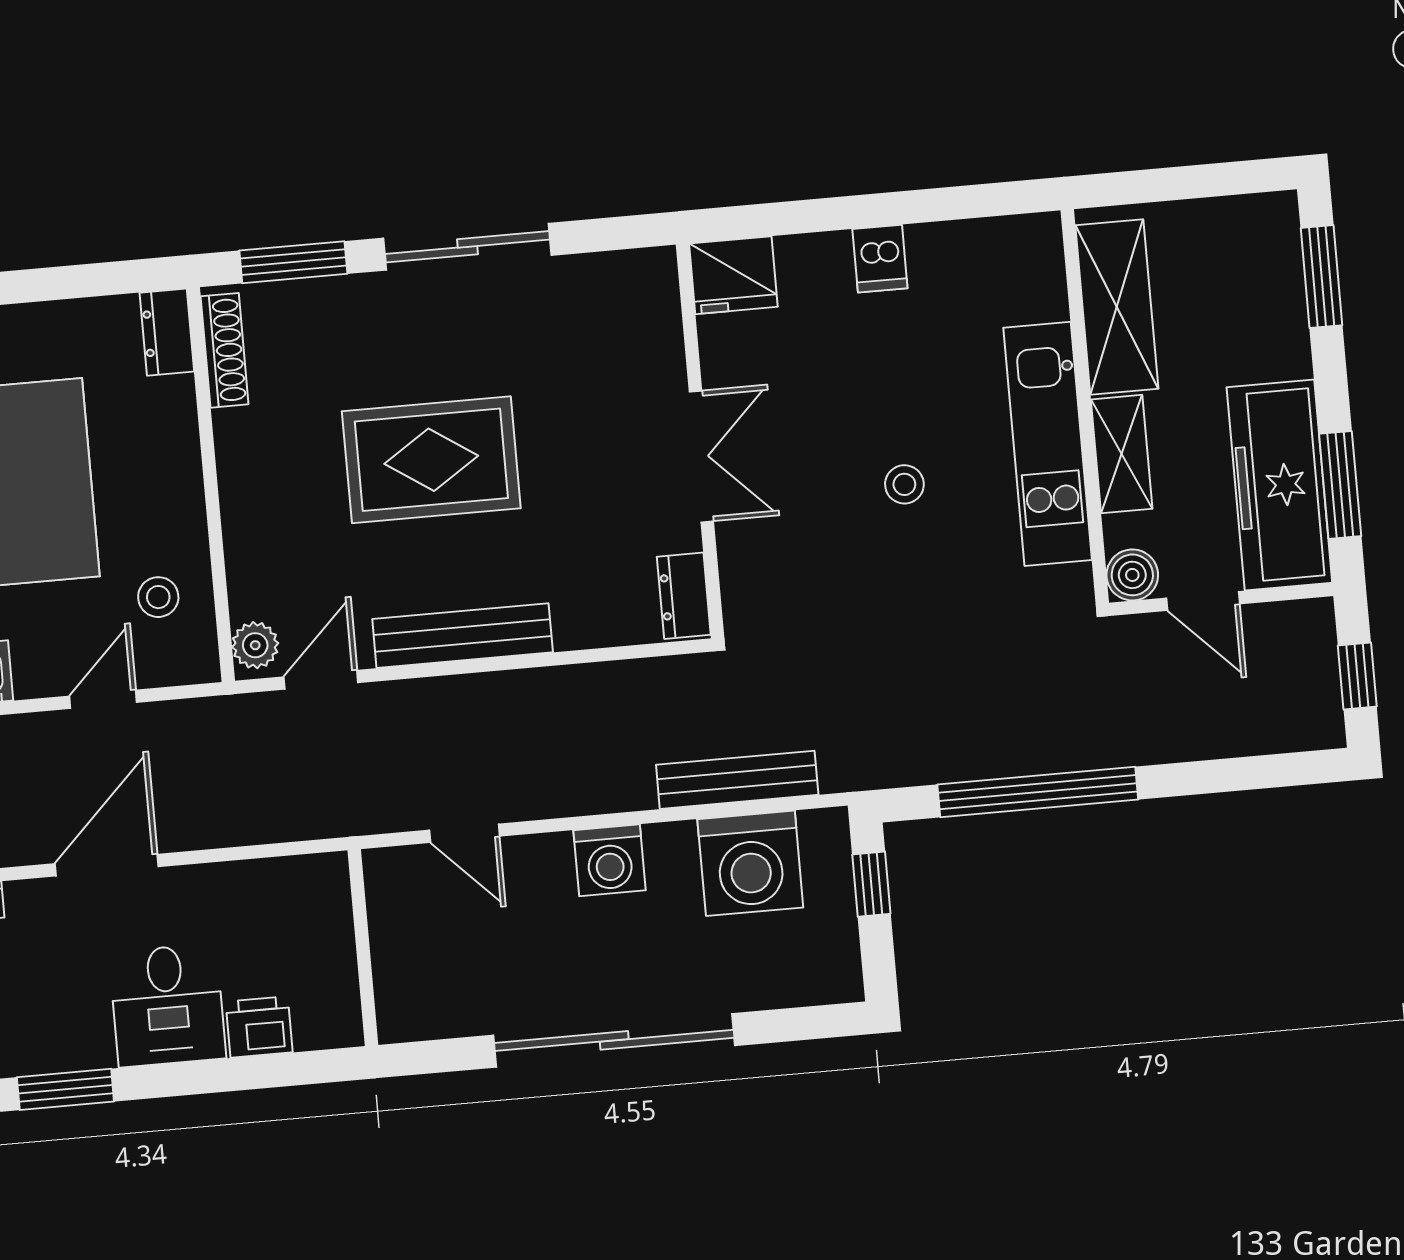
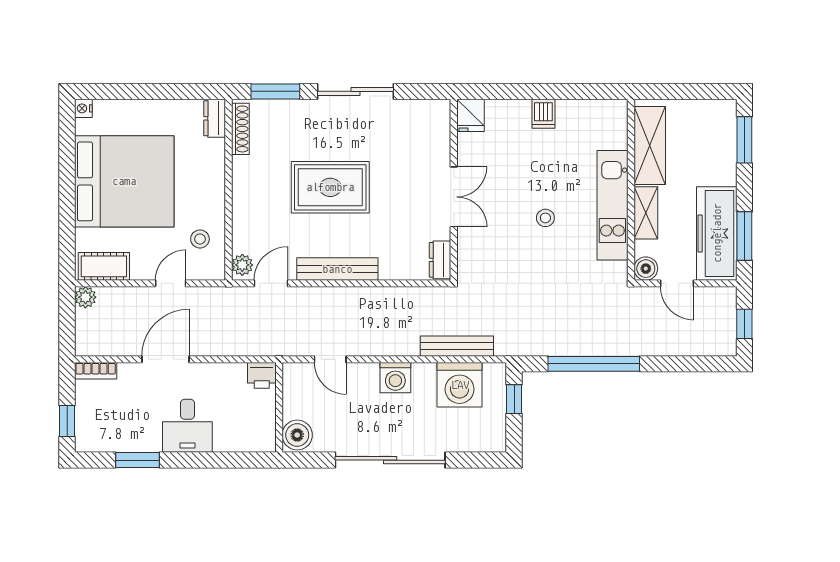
fridge: (733, 275) -> (470, 115), width x0.72
boiler: (407, 1004) -> (297, 435), added
printer: (259, 1027) -> (262, 375), moved, turned 180

